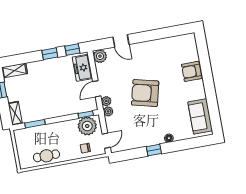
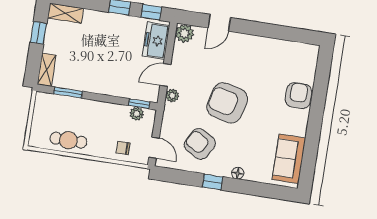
door: (121, 41) -> (219, 23), hinge flipped
armchair: (192, 71) -> (298, 96), turned 90
plant: (108, 111) -> (170, 110), removed
plant: (87, 126) -> (137, 114), width x0.53, depth x0.53
armchair: (136, 127) -> (200, 144), added
door: (106, 141) -> (154, 148), hinge flipped

